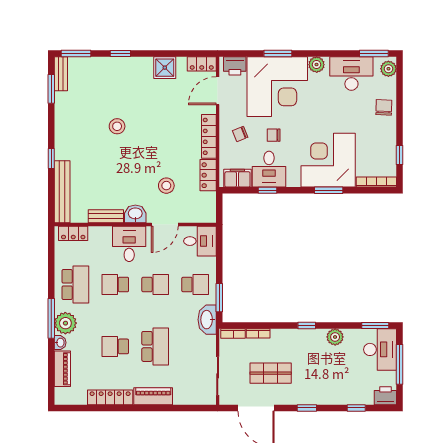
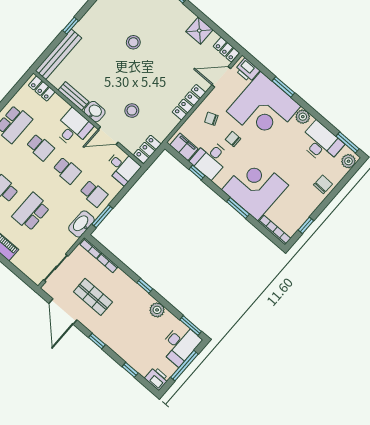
locker: (208, 175) -> (147, 149), moved
school desk: (115, 284) -> (40, 147), turned 180
school desk: (155, 346) -> (31, 212), turned 180

